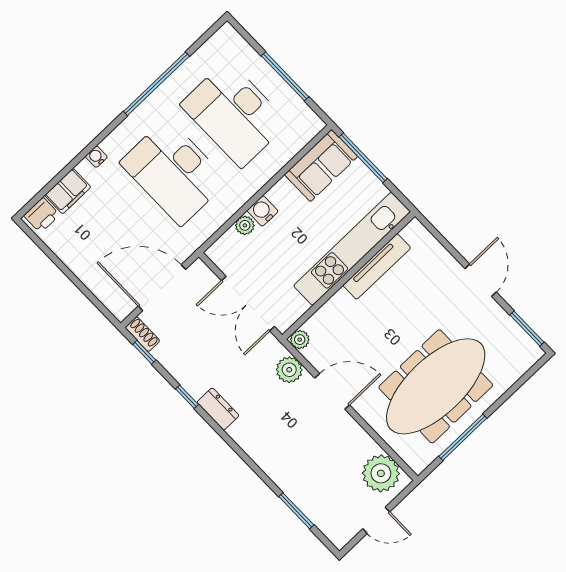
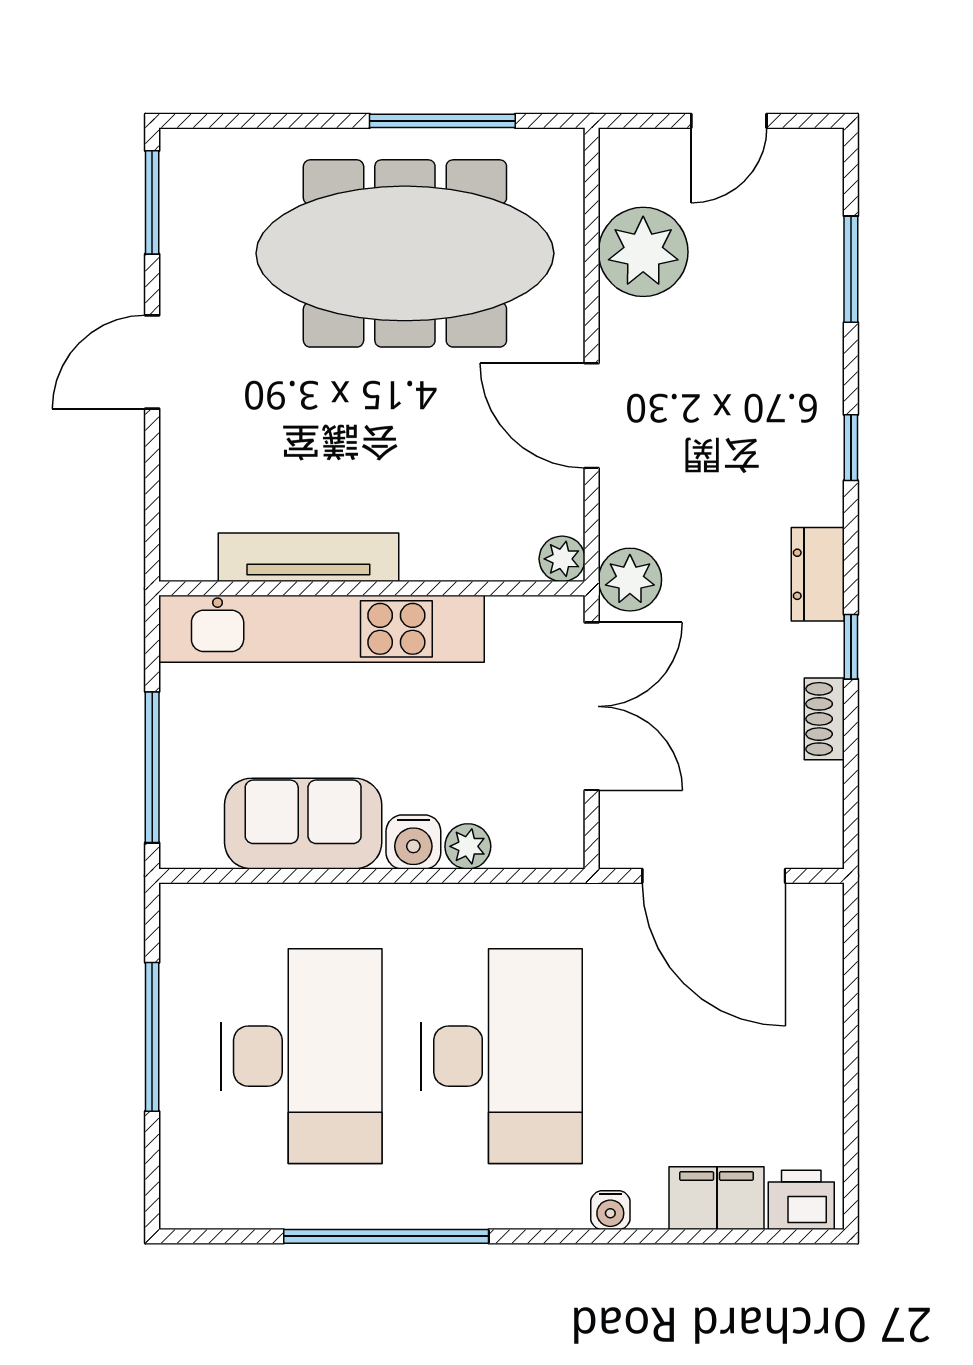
sofa: (321, 166) -> (303, 824), moved
shoe rack: (142, 334) -> (824, 719), moved
window: (144, 352) -> (851, 448), moved
plant: (289, 370) -> (630, 580), moved
plant: (381, 473) -> (643, 252), moved
door: (376, 520) -> (729, 121), swing flipped

